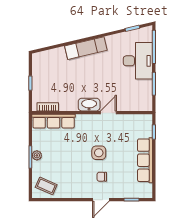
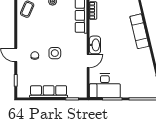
exam couch: (86, 48) -> (139, 31), moved
desk: (138, 61) -> (105, 86), moved
door: (108, 113) -> (88, 61), hinge flipped

